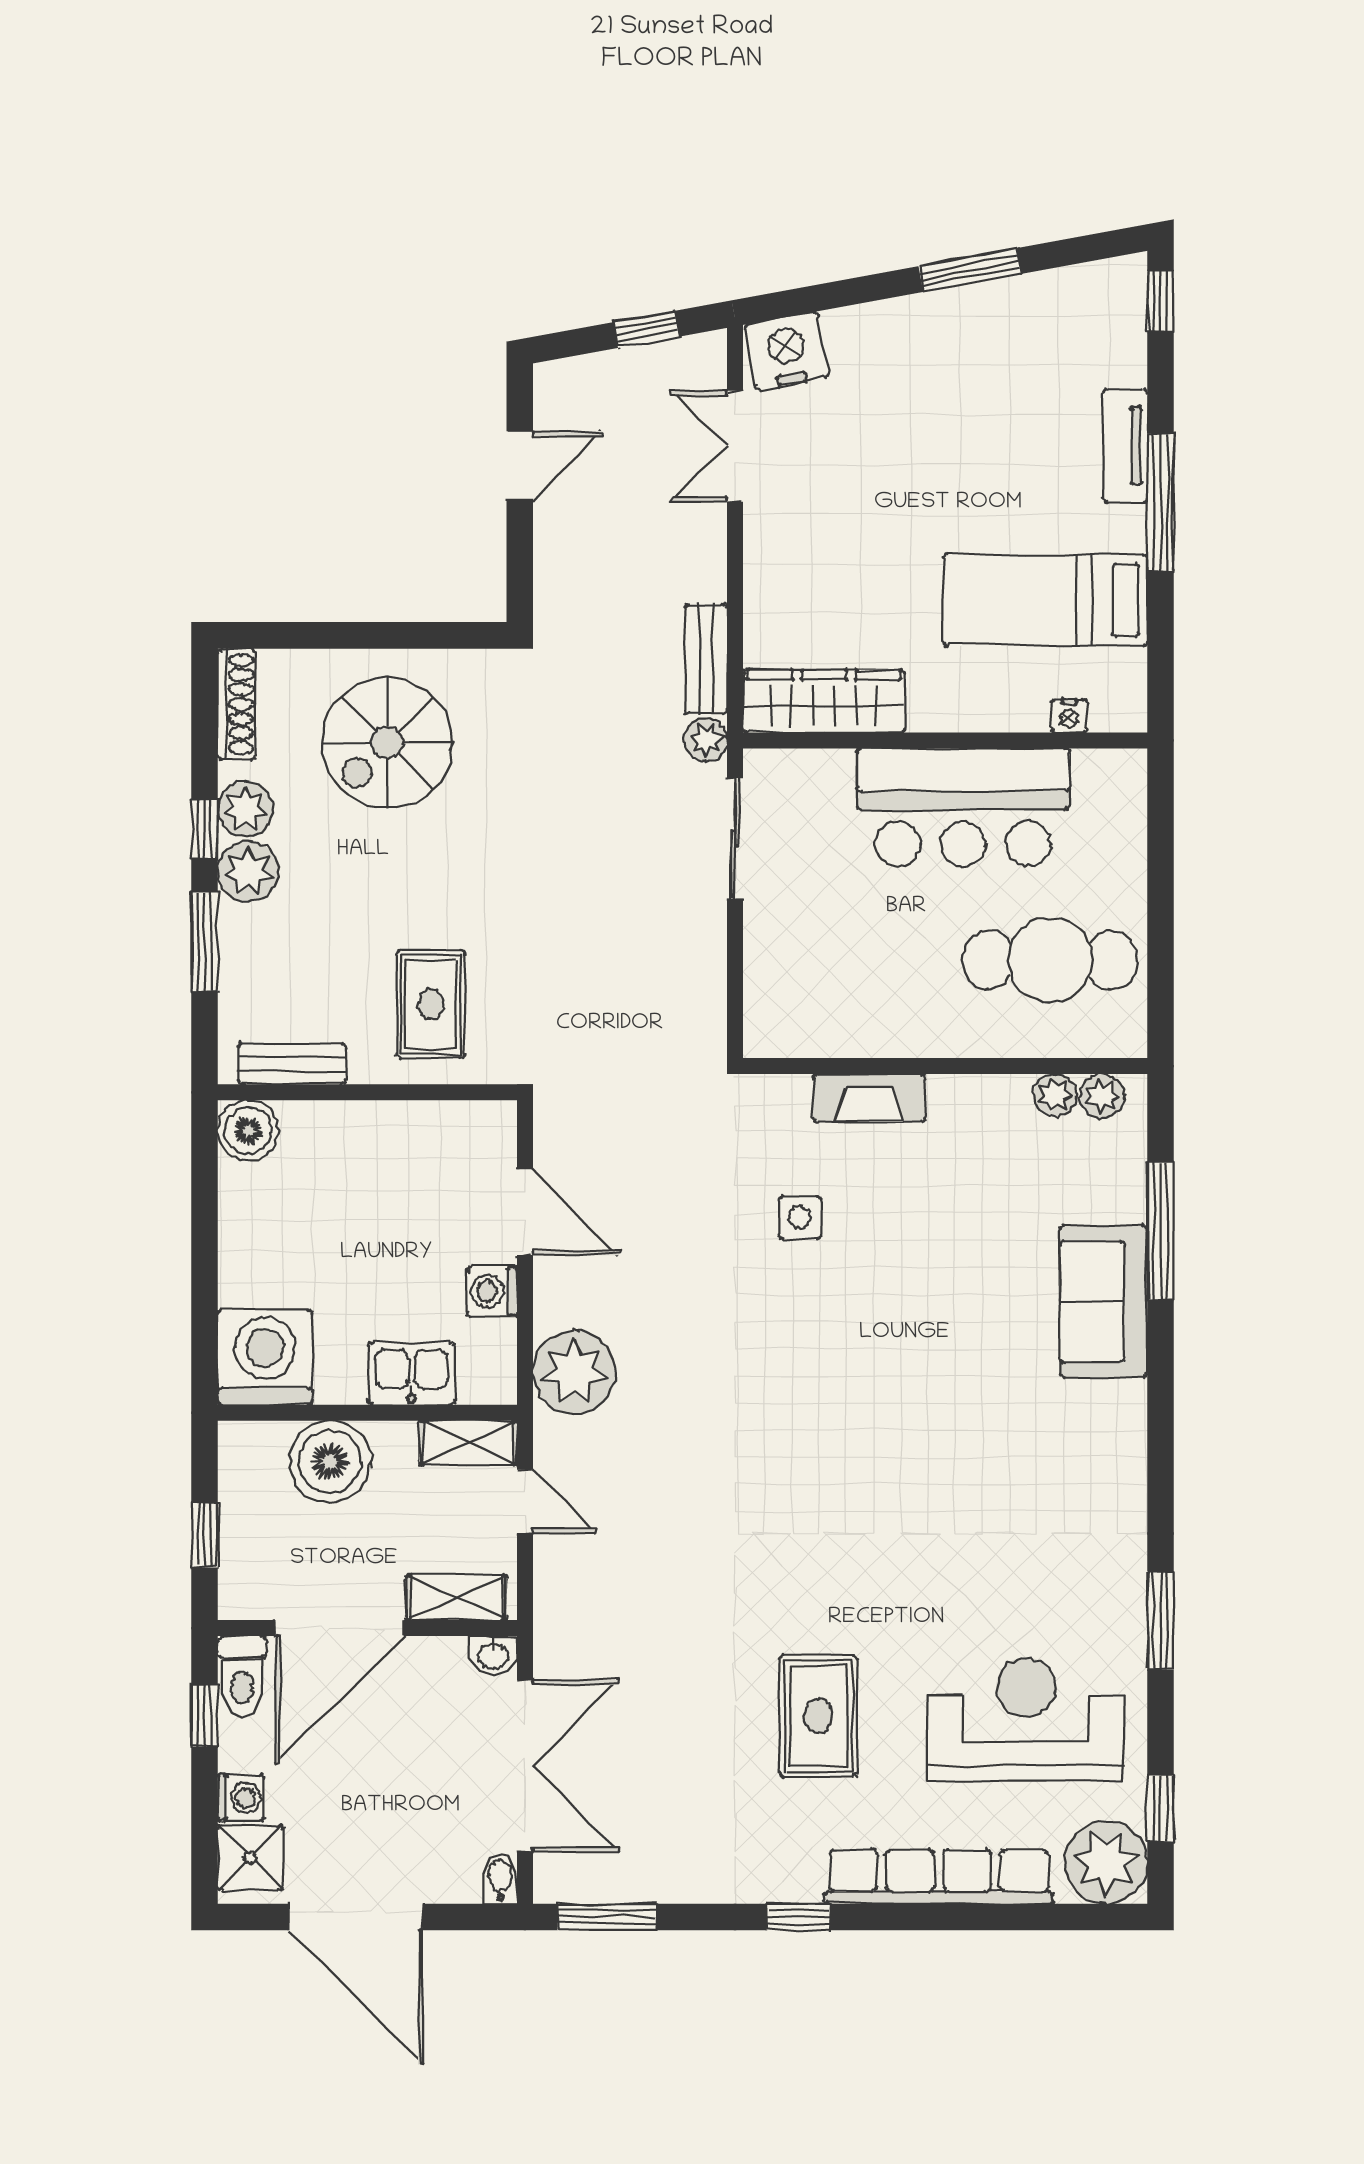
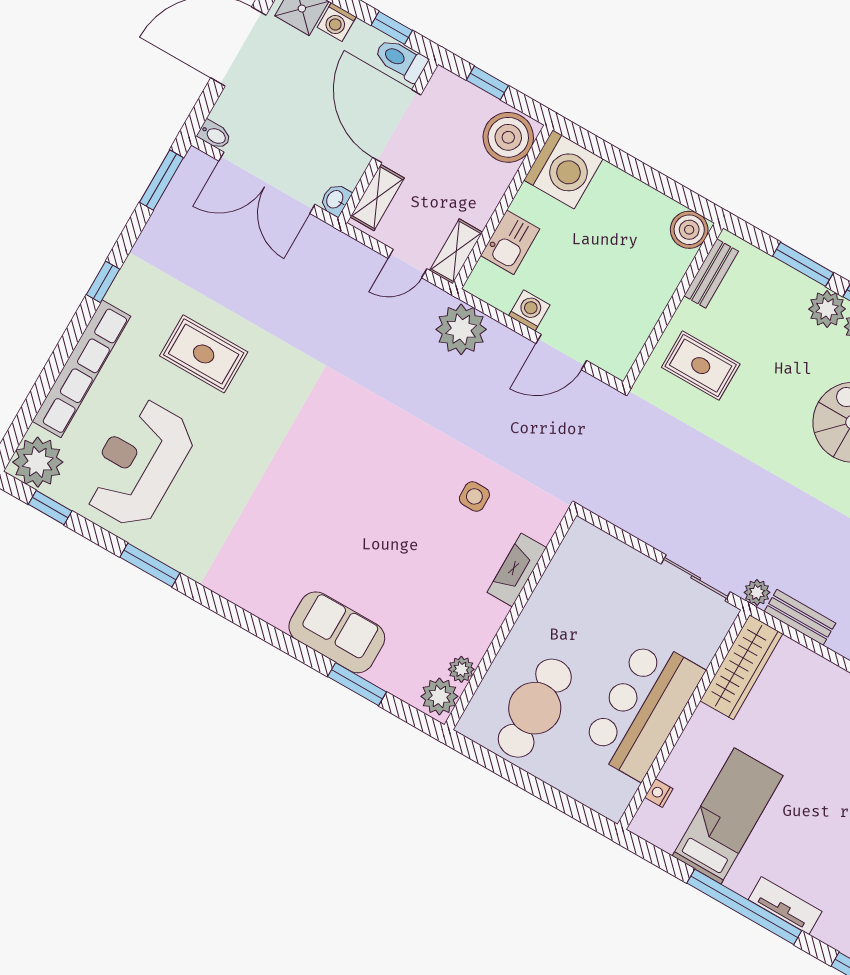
window: (1160, 503) -> (744, 907), width x1.46
plant: (1102, 1096) -> (439, 696), width x1.38, depth x1.38
window: (1160, 1231) -> (357, 684), width x0.69
boiler: (330, 1462) -> (508, 137), moved
reception desk: (1026, 1719) -> (139, 463), turned 180

